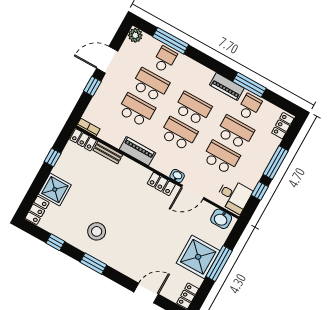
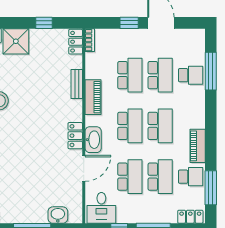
plant: (135, 35) -> (198, 36), removed
window: (250, 85) -> (211, 188), moved
bench: (108, 153) -> (77, 84), moved
washbasin: (177, 176) -> (93, 140), width x1.91, depth x1.45
door: (193, 192) -> (84, 168), swing flipped
washbasin: (221, 219) -> (58, 215), moved, turned 90
shower: (198, 257) -> (28, 206), removed

